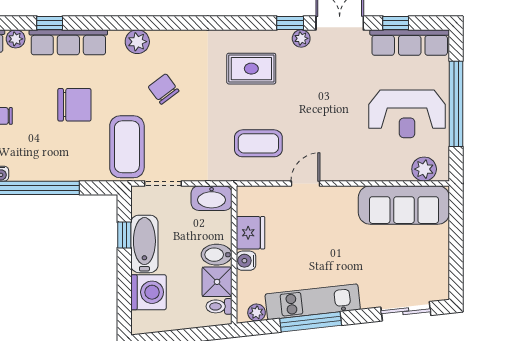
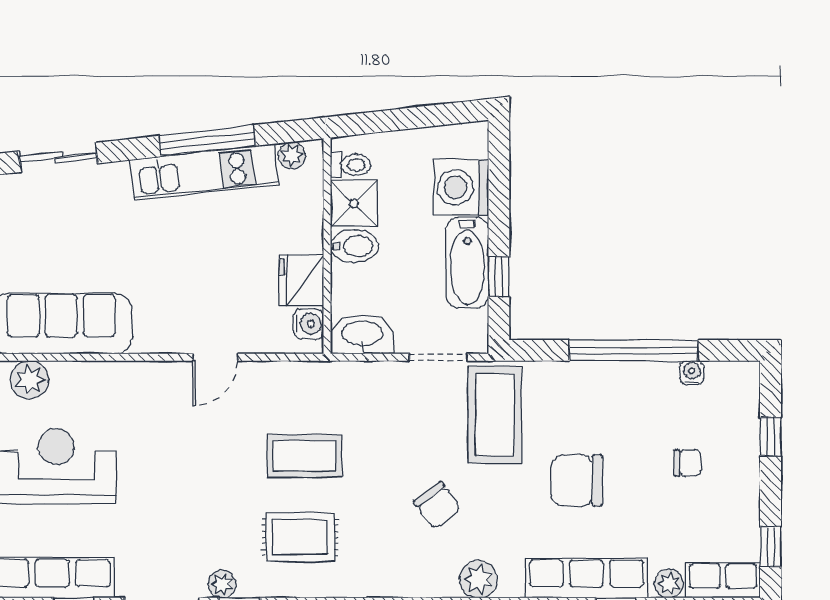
coffee table: (258, 143) -> (305, 456), moved
water cooler: (246, 261) -> (308, 324), moved

